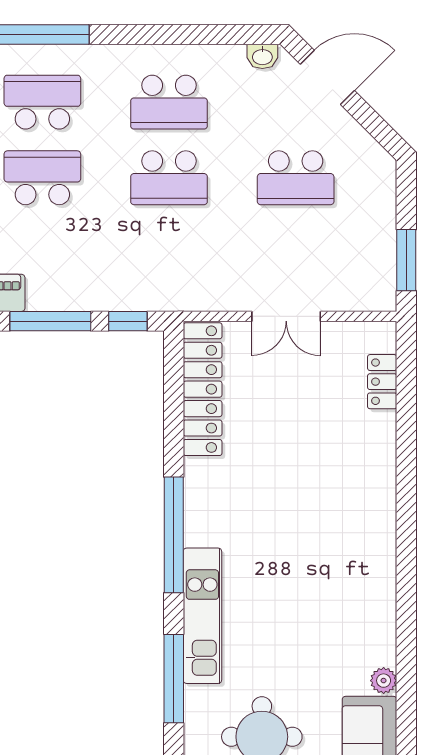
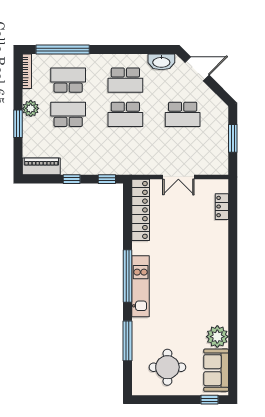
washbasin: (262, 56) -> (161, 62), width x1.91, depth x1.45
window: (406, 260) -> (233, 138), moved
window: (50, 321) -> (72, 179), width x0.46
kitchen unit: (202, 616) -> (141, 286), moved
plant: (384, 681) -> (217, 337), width x1.87, depth x1.87

